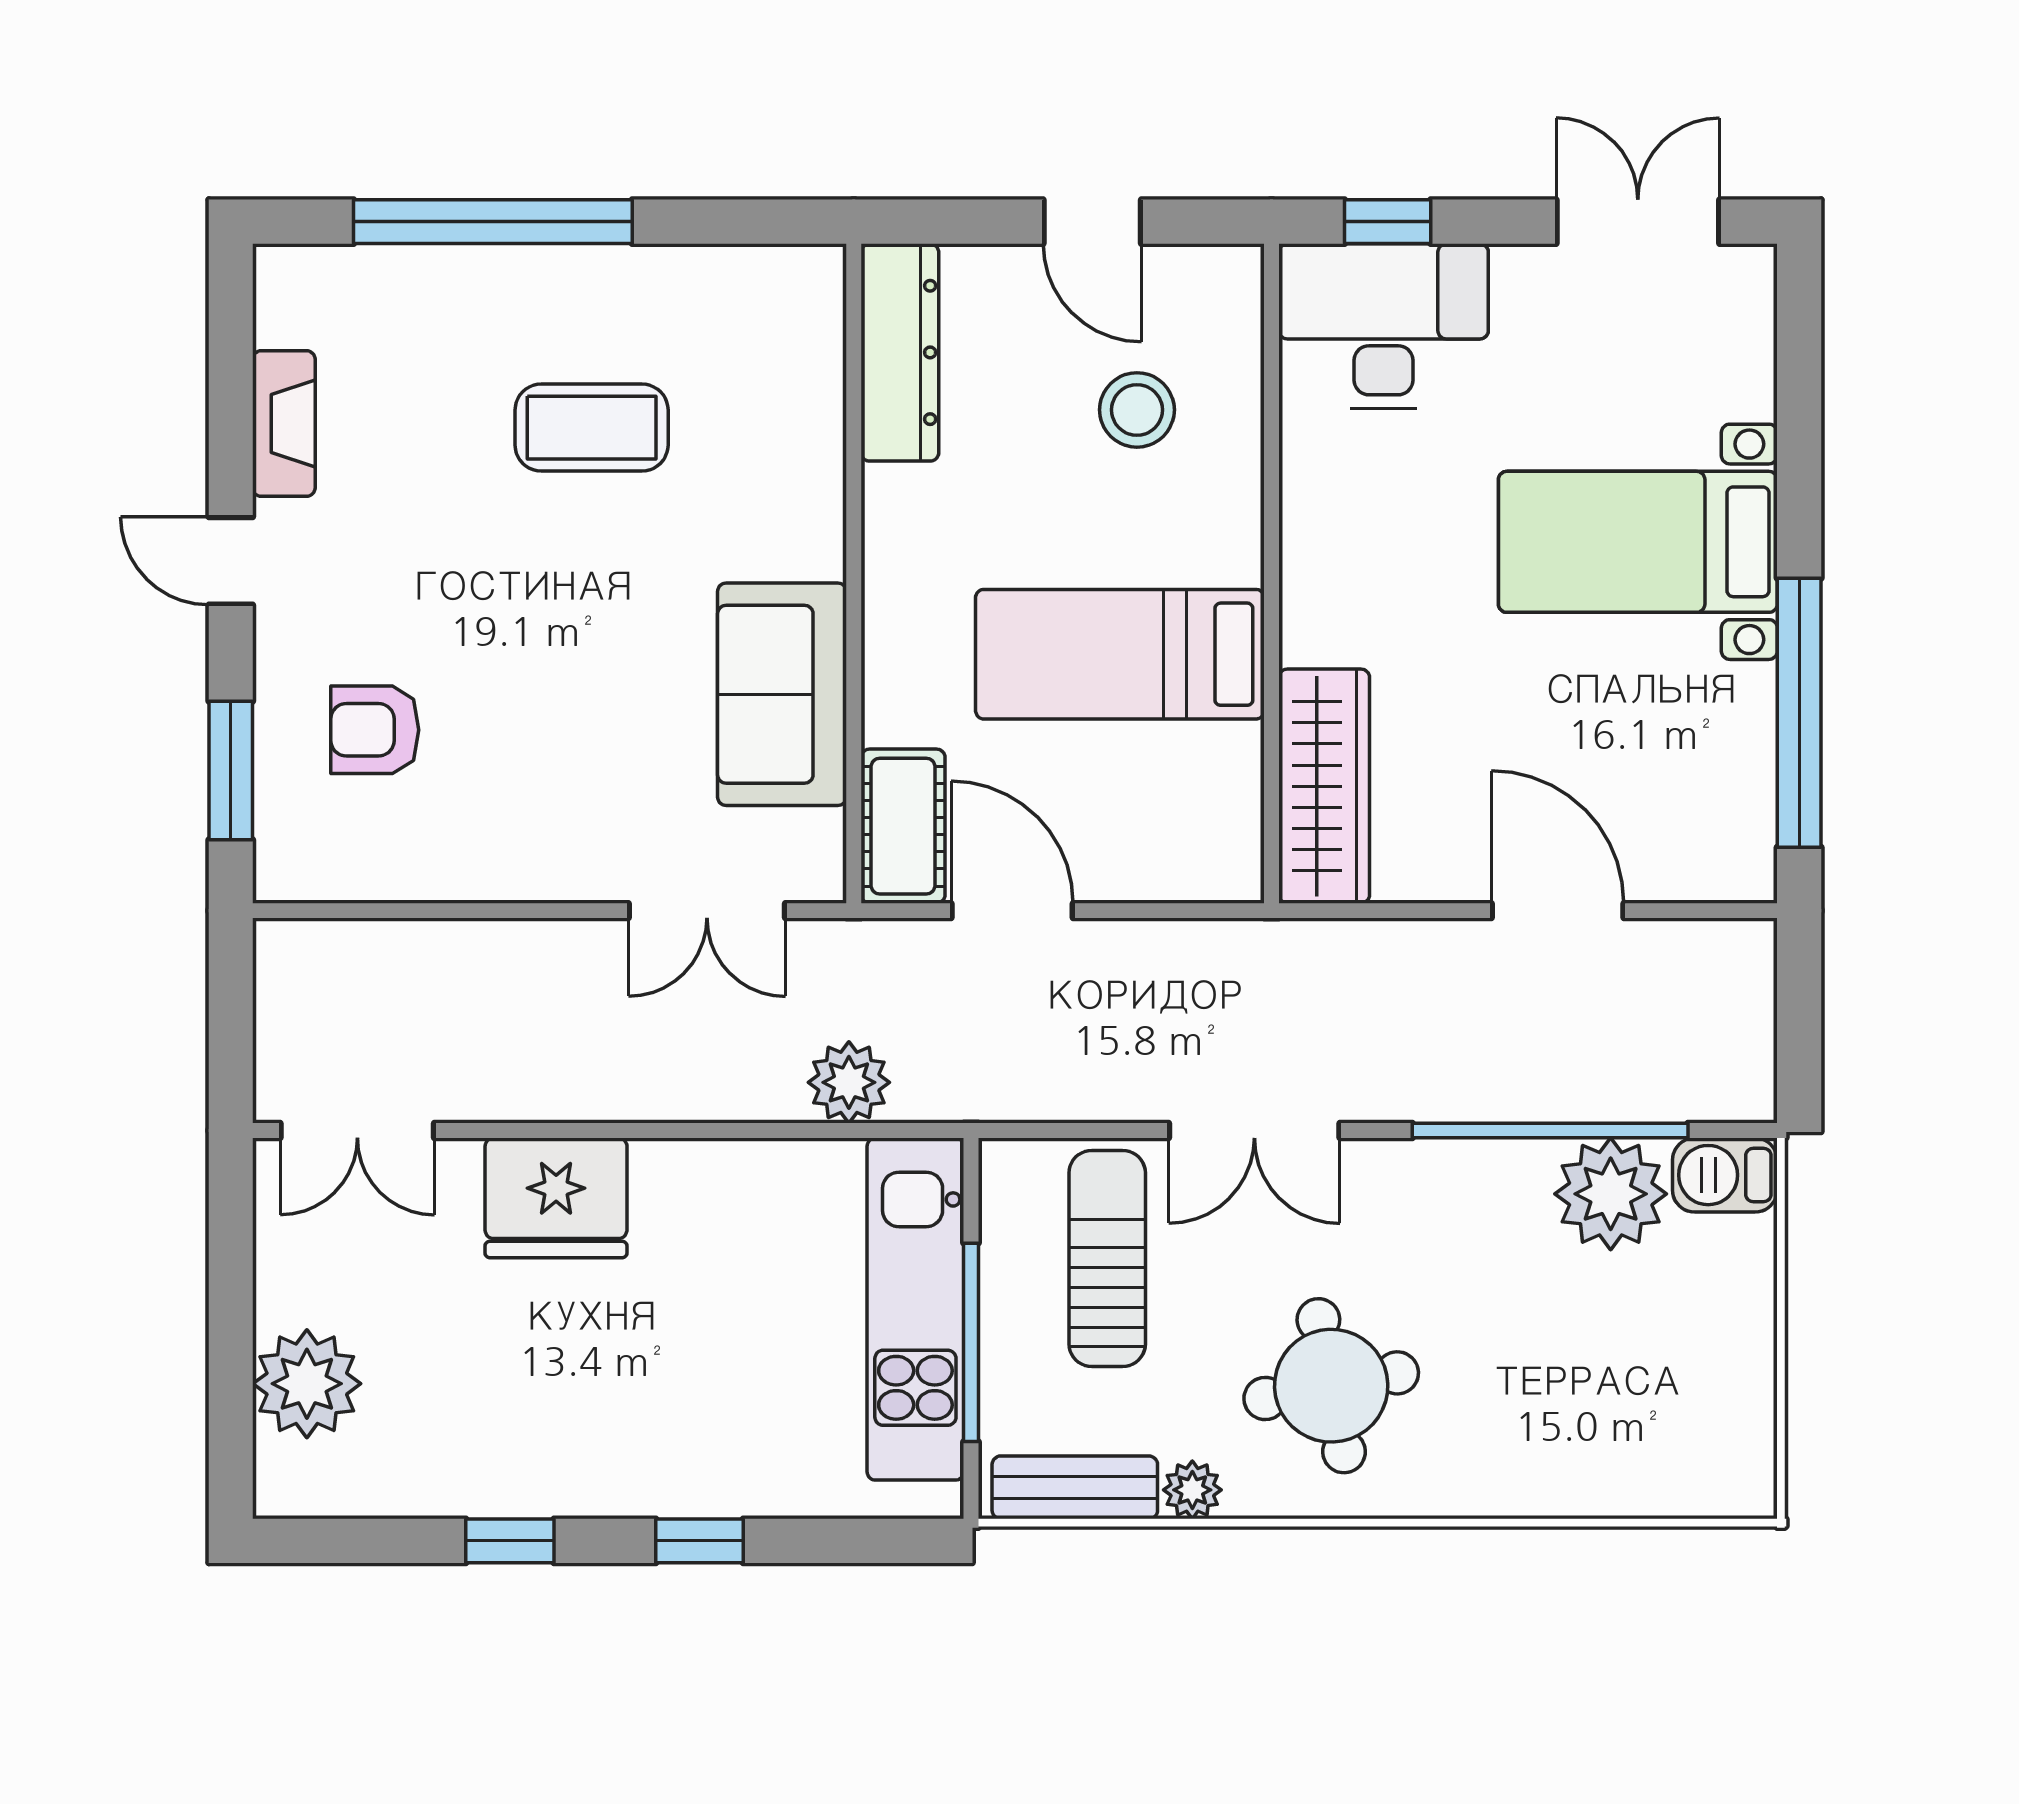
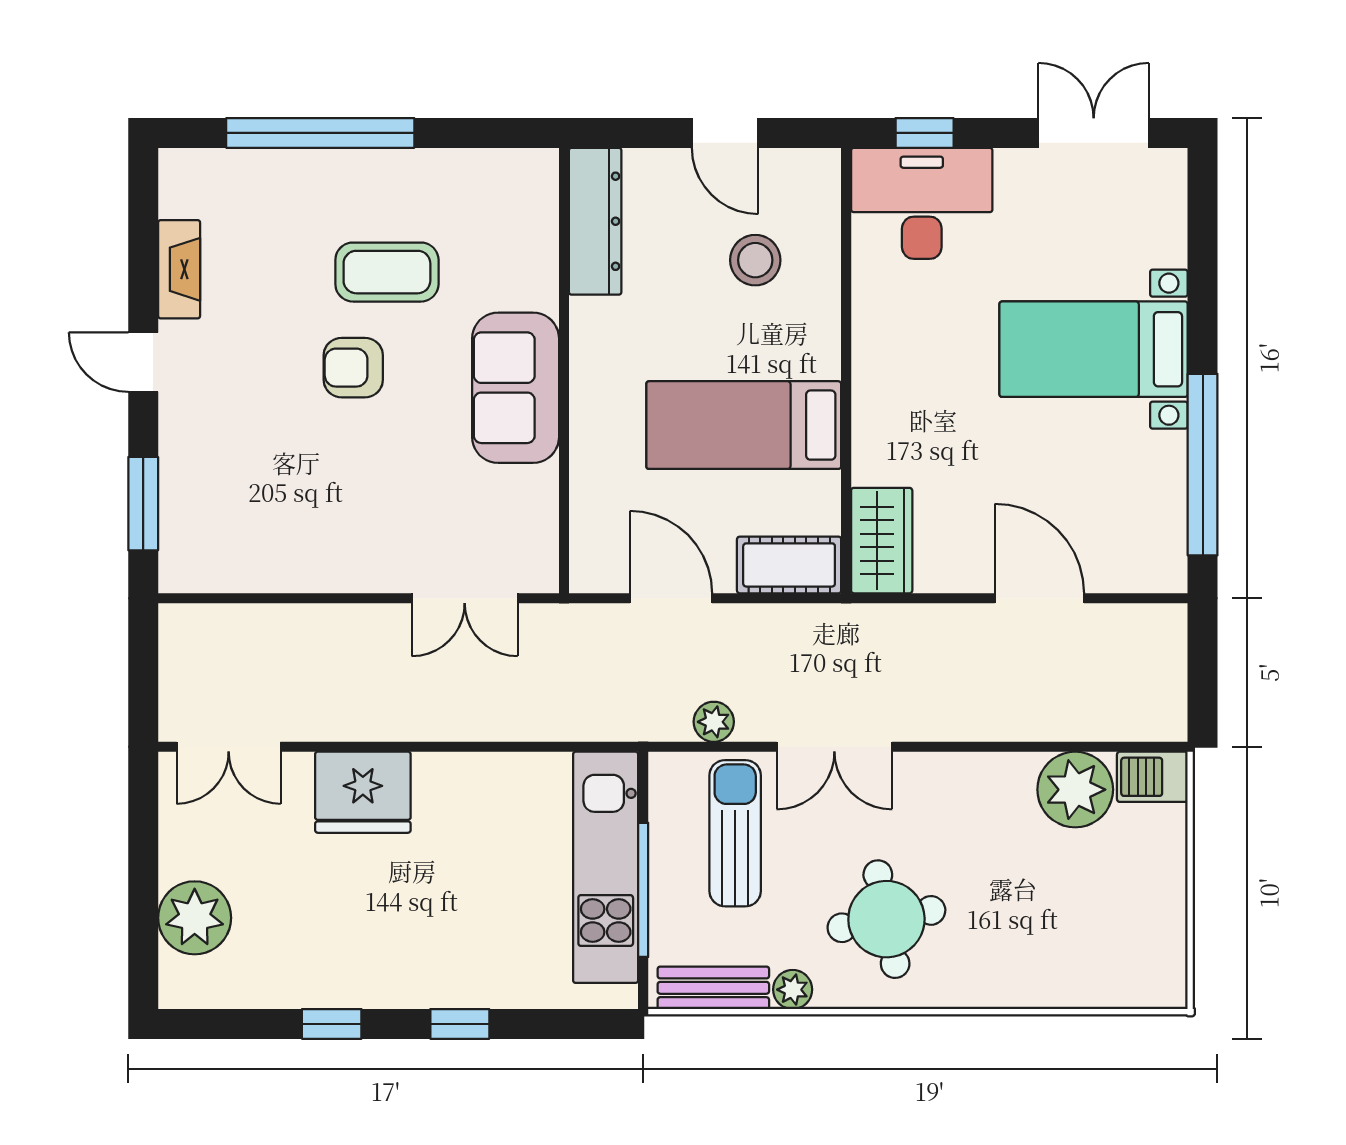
sofa: (782, 694) -> (516, 388), moved
armchair: (375, 730) -> (353, 368), moved
wardrobe: (1324, 786) -> (882, 541), width x0.67
cot: (903, 826) -> (789, 565), moved, turned 90
plant: (849, 1082) -> (714, 722), moved, width x0.73, depth x0.73
window: (1550, 1130) -> (1034, 747), removed

